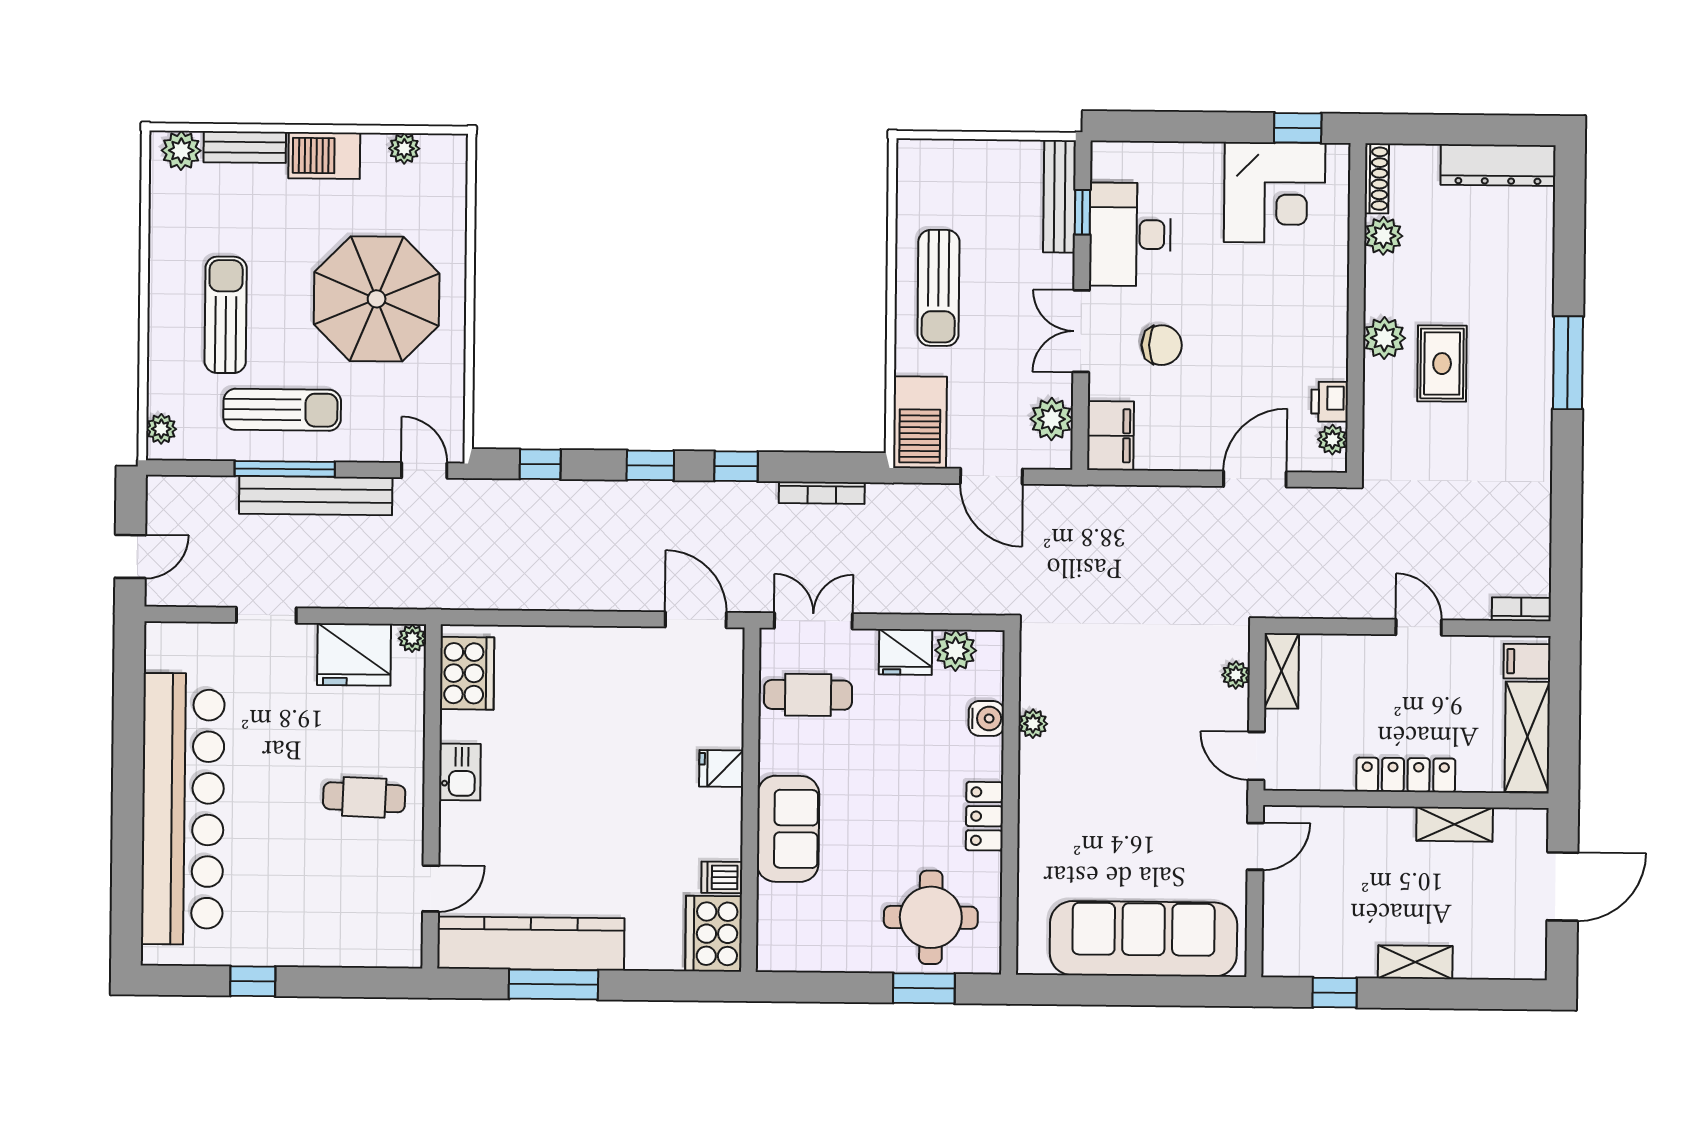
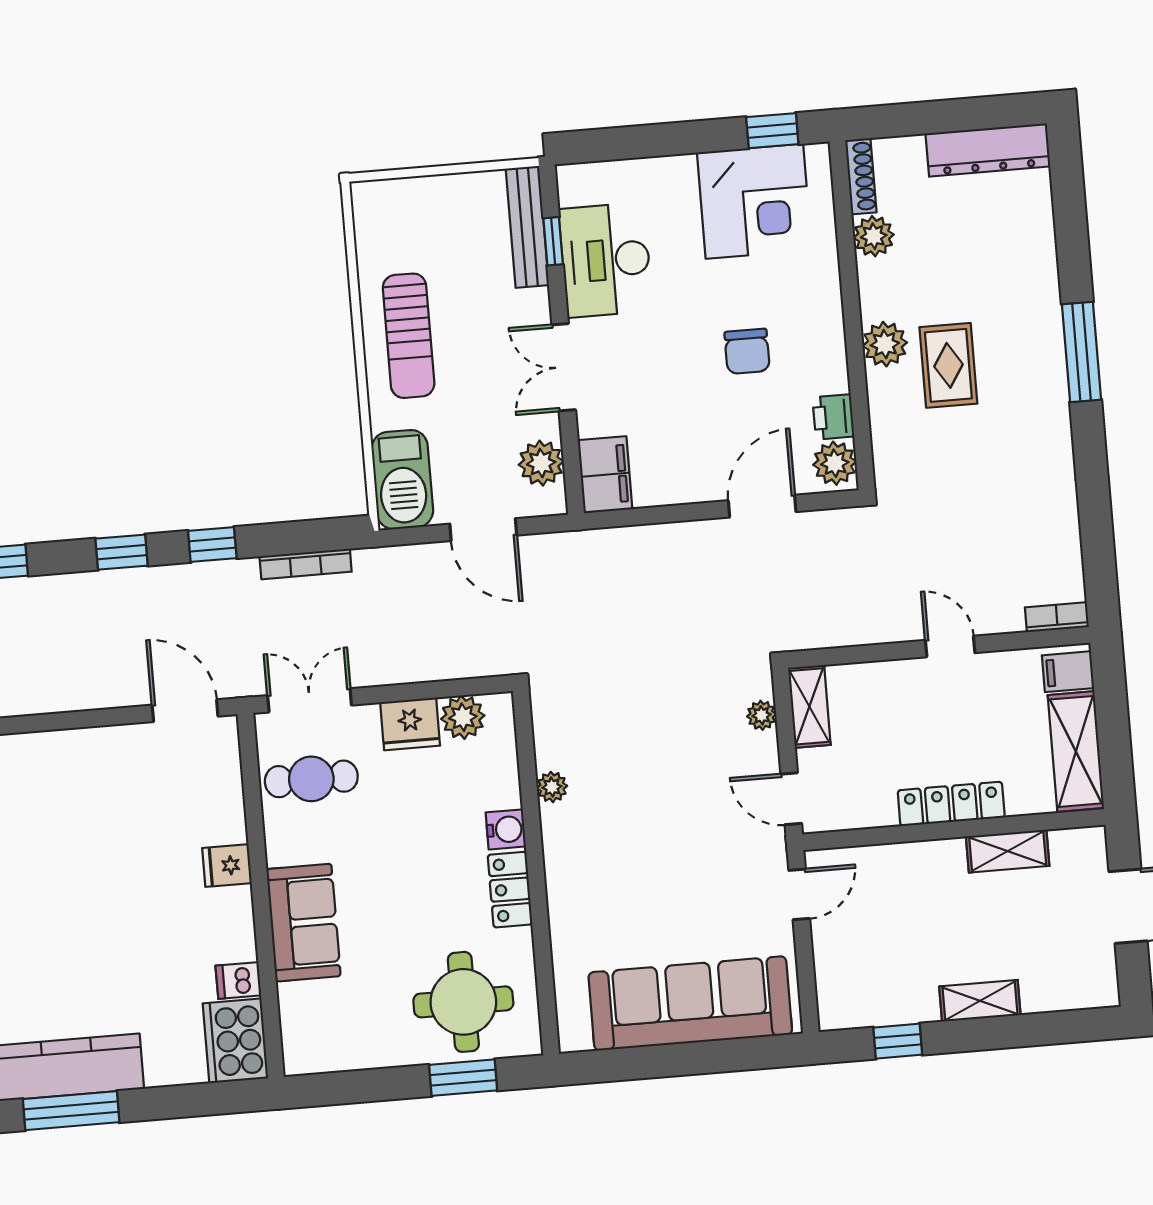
chair: (1162, 345) -> (747, 351), moved, turned 90
plant: (1332, 440) -> (835, 463), width x1.38, depth x1.38
water cooler: (986, 718) -> (506, 829), moved

